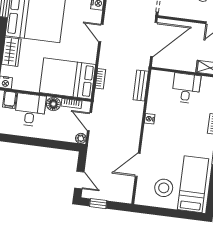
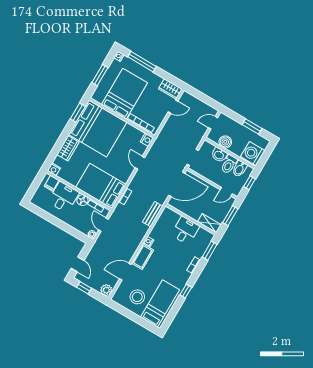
cot: (150, 139) -> (143, 257), added
plant: (125, 195) -> (106, 290), added

